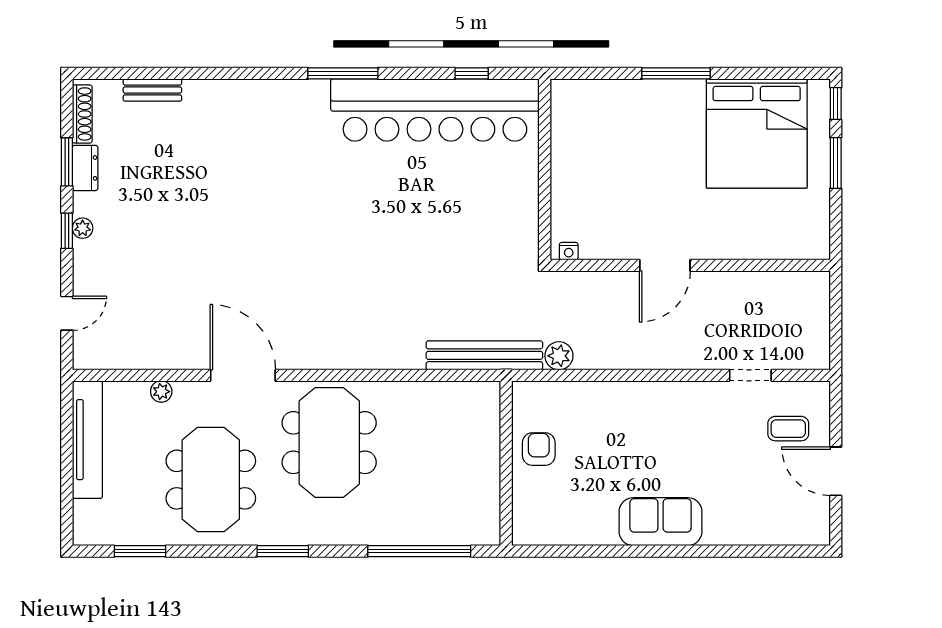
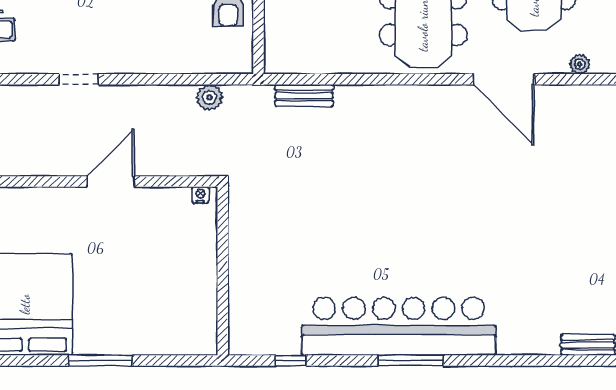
bar counter: (435, 110) -> (399, 326), moved
bench: (484, 355) -> (304, 95), width x0.54, depth x0.82
doorway: (750, 375) -> (79, 79), moved

